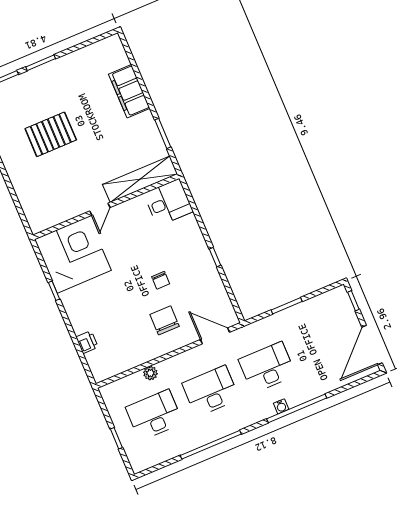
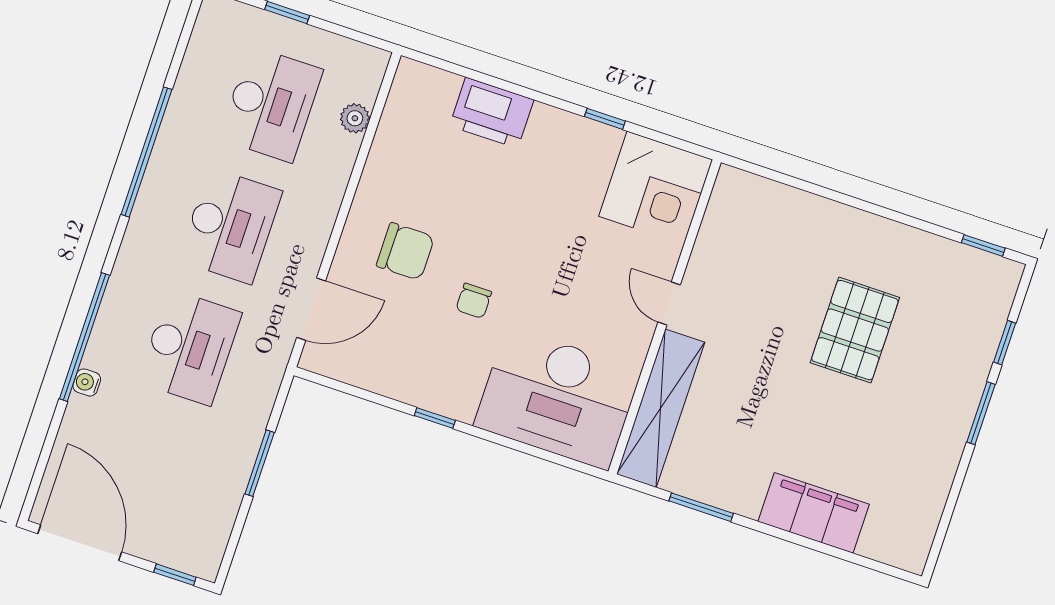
desk: (168, 202) -> (558, 398), width x1.87, depth x1.30
corner desk: (73, 255) -> (656, 188), width x0.74, depth x0.74
chair: (161, 280) -> (474, 301), turned -90
printer: (87, 342) -> (492, 113), width x1.87, depth x1.48
plant: (150, 373) -> (355, 118), moved
water cooler: (281, 406) -> (87, 382), moved

